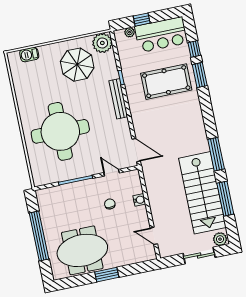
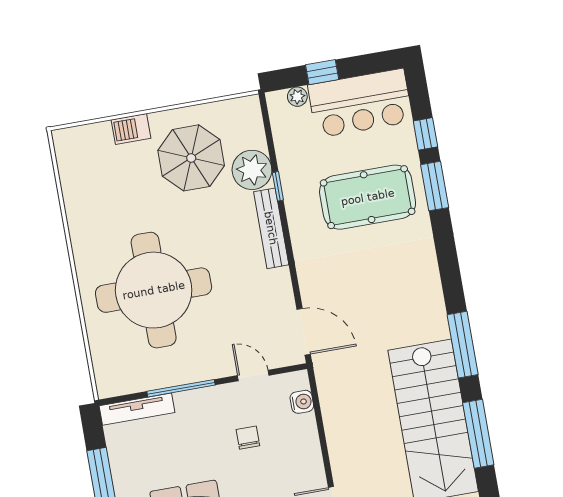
plant: (102, 43) -> (252, 170), moved
barbecue: (29, 55) -> (131, 129), moved
tv unit: (54, 191) -> (137, 409), added
water cooler: (139, 200) -> (302, 402), moved

